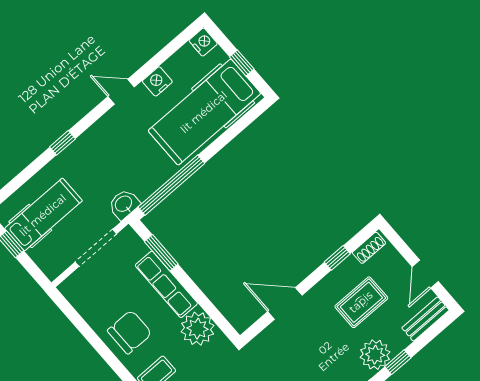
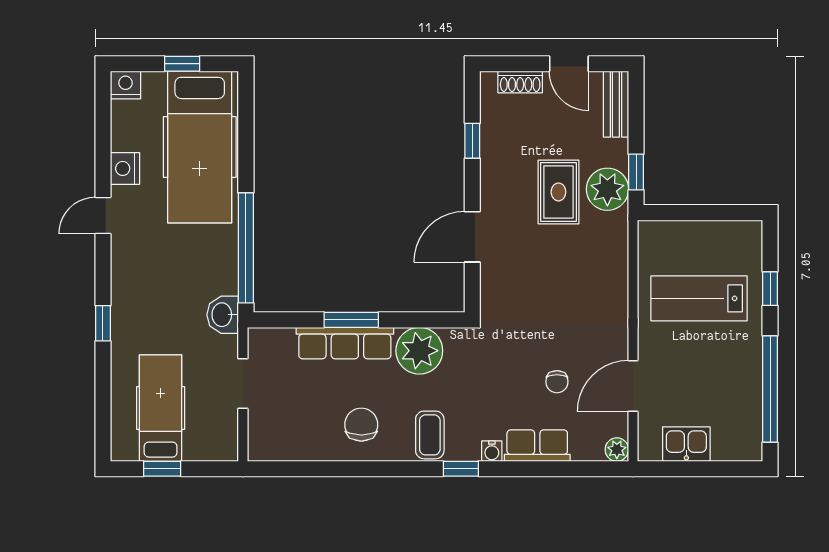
doorway: (96, 248) -> (243, 383), width x0.73
shoe rack: (369, 248) -> (520, 82), moved, turned 90
window: (161, 253) -> (351, 320), moved
rug: (361, 302) -> (558, 192), moved
chair: (130, 332) -> (361, 425), width x0.73, depth x0.73

